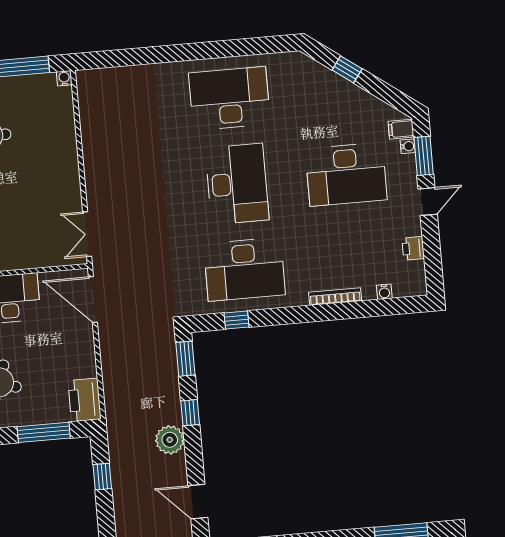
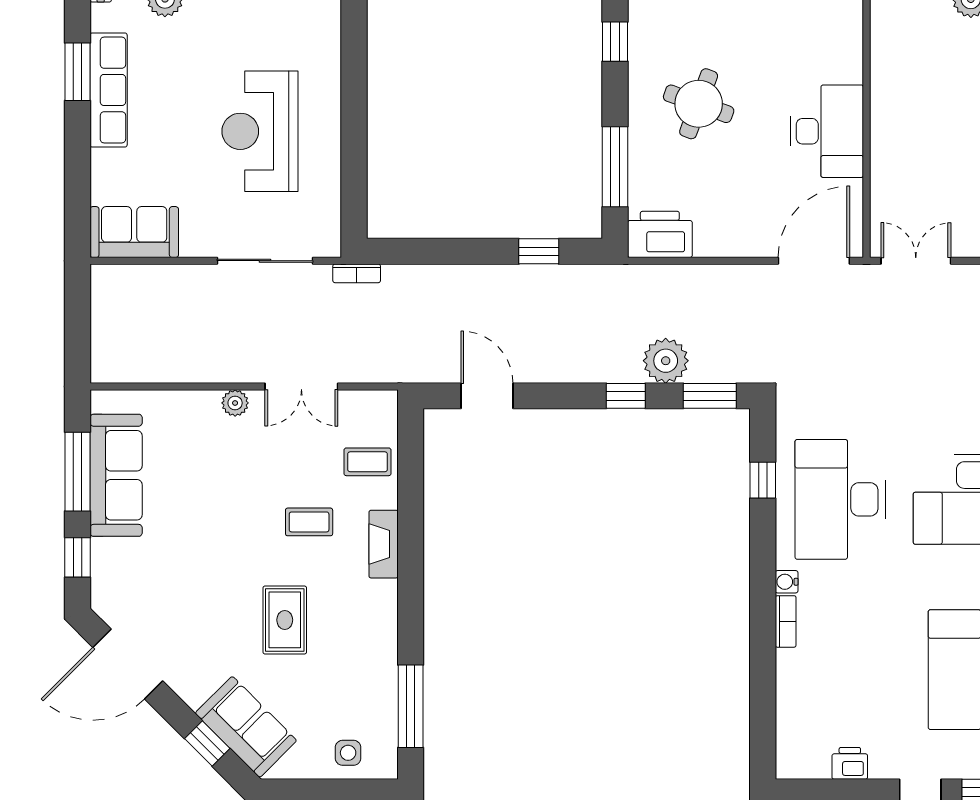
water cooler: (384, 292) -> (787, 582), moved
bookcase: (335, 297) -> (786, 621), width x0.64
plant: (170, 440) -> (666, 361), moved
door: (198, 502) -> (487, 396), hinge flipped

